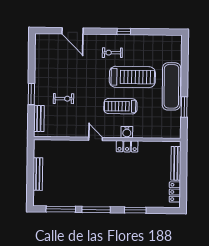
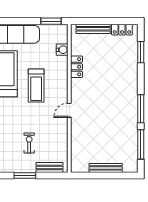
window: (184, 107) -> (51, 21), moved
water cooler: (127, 132) -> (62, 50), moved
locker: (127, 146) -> (77, 67), moved
window: (135, 210) -> (141, 52), moved

